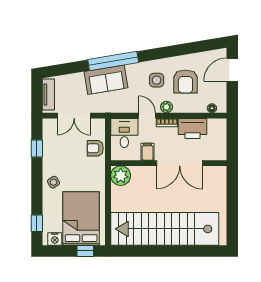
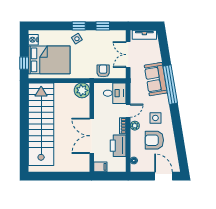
filing cabinet: (148, 152) -> (100, 167), moved
window: (37, 223) -> (79, 26), moved

